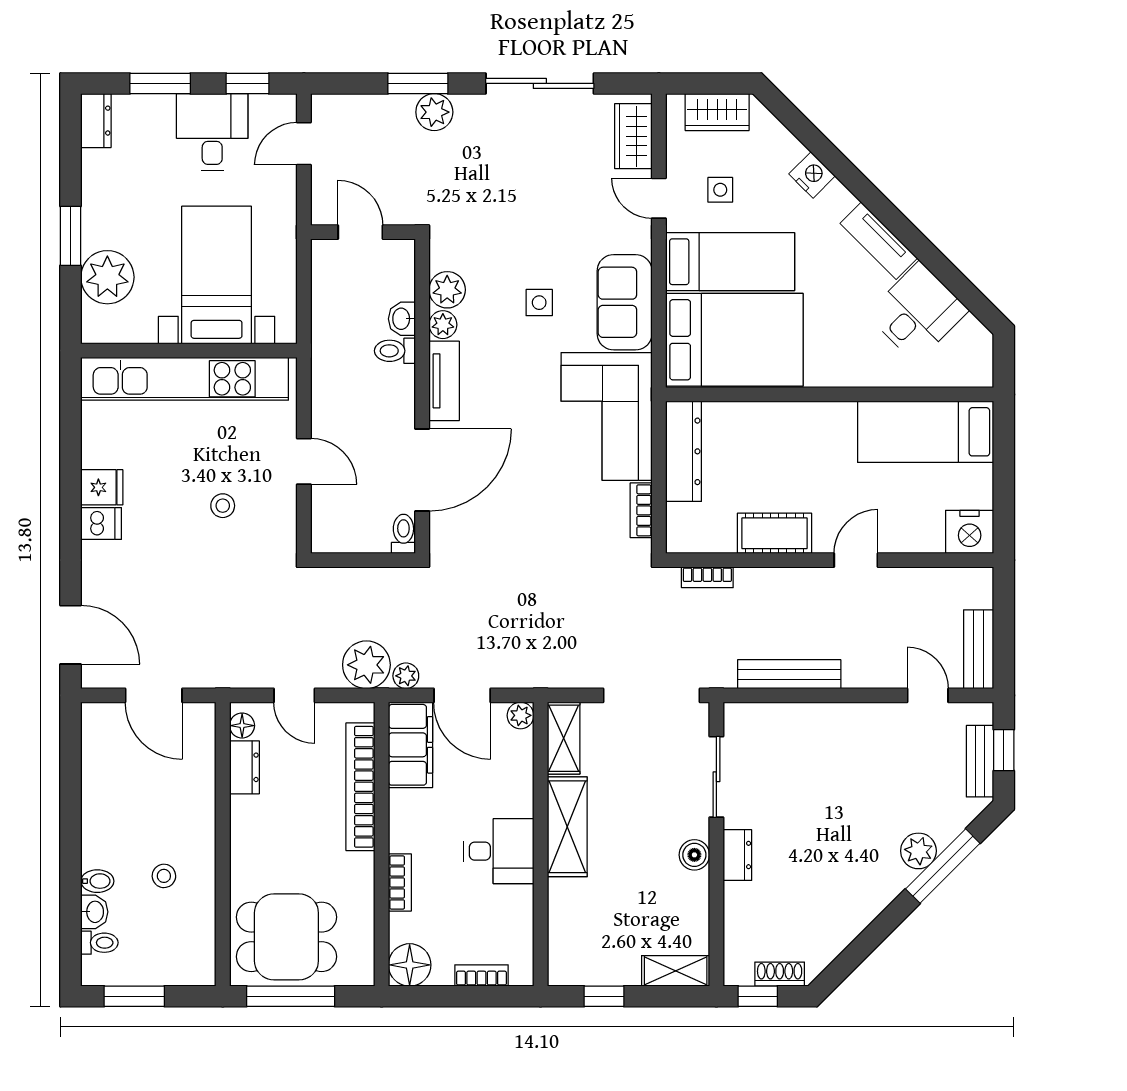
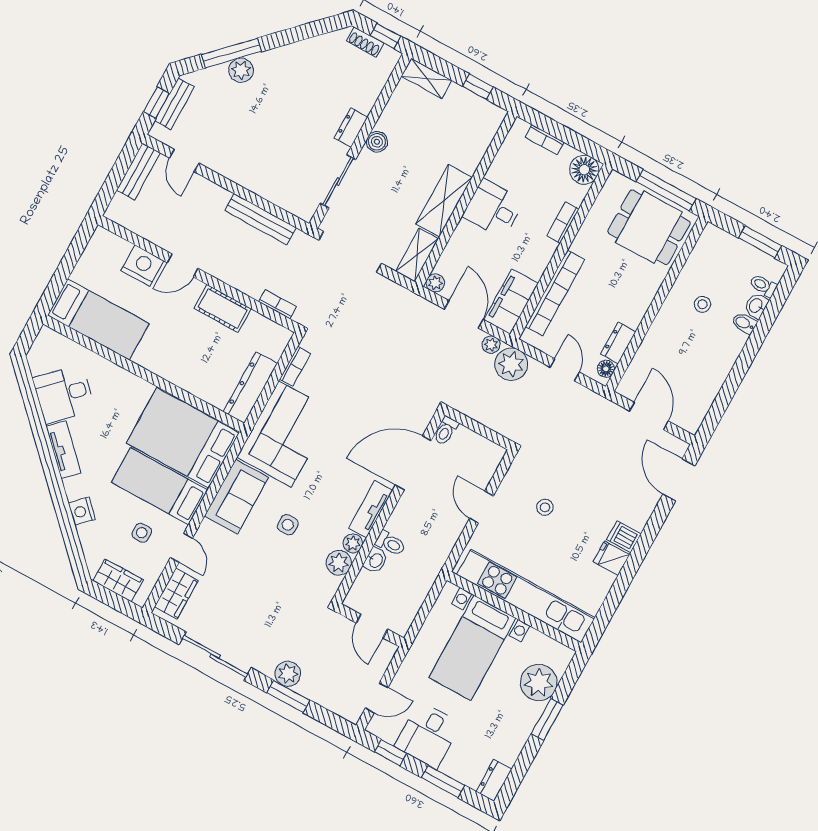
nightstand: (970, 532) -> (142, 266), moved

